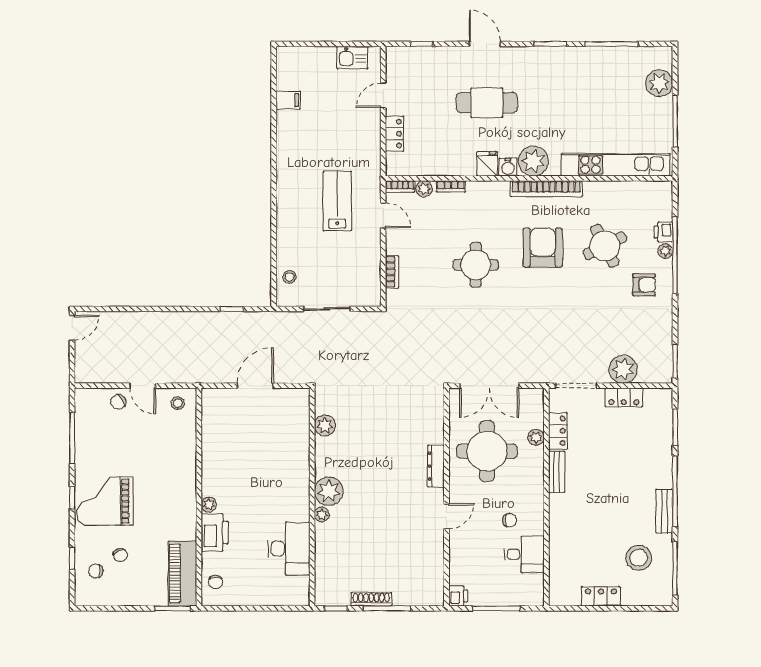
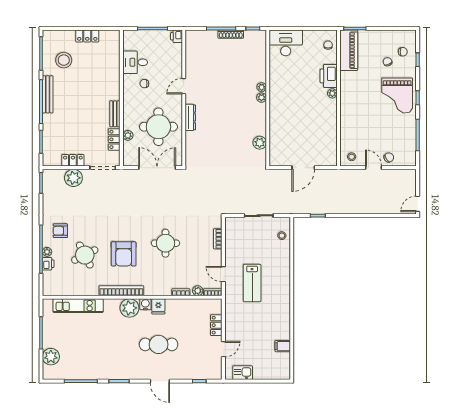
kitchen unit: (616, 165) -> (78, 306), width x0.73
plant: (329, 491) -> (261, 98), width x0.53, depth x0.53
grand piano: (105, 501) -> (397, 96), turned 90
bench: (664, 511) -> (48, 94), width x1.36
desk: (289, 549) -> (286, 43), moved, turned 90

